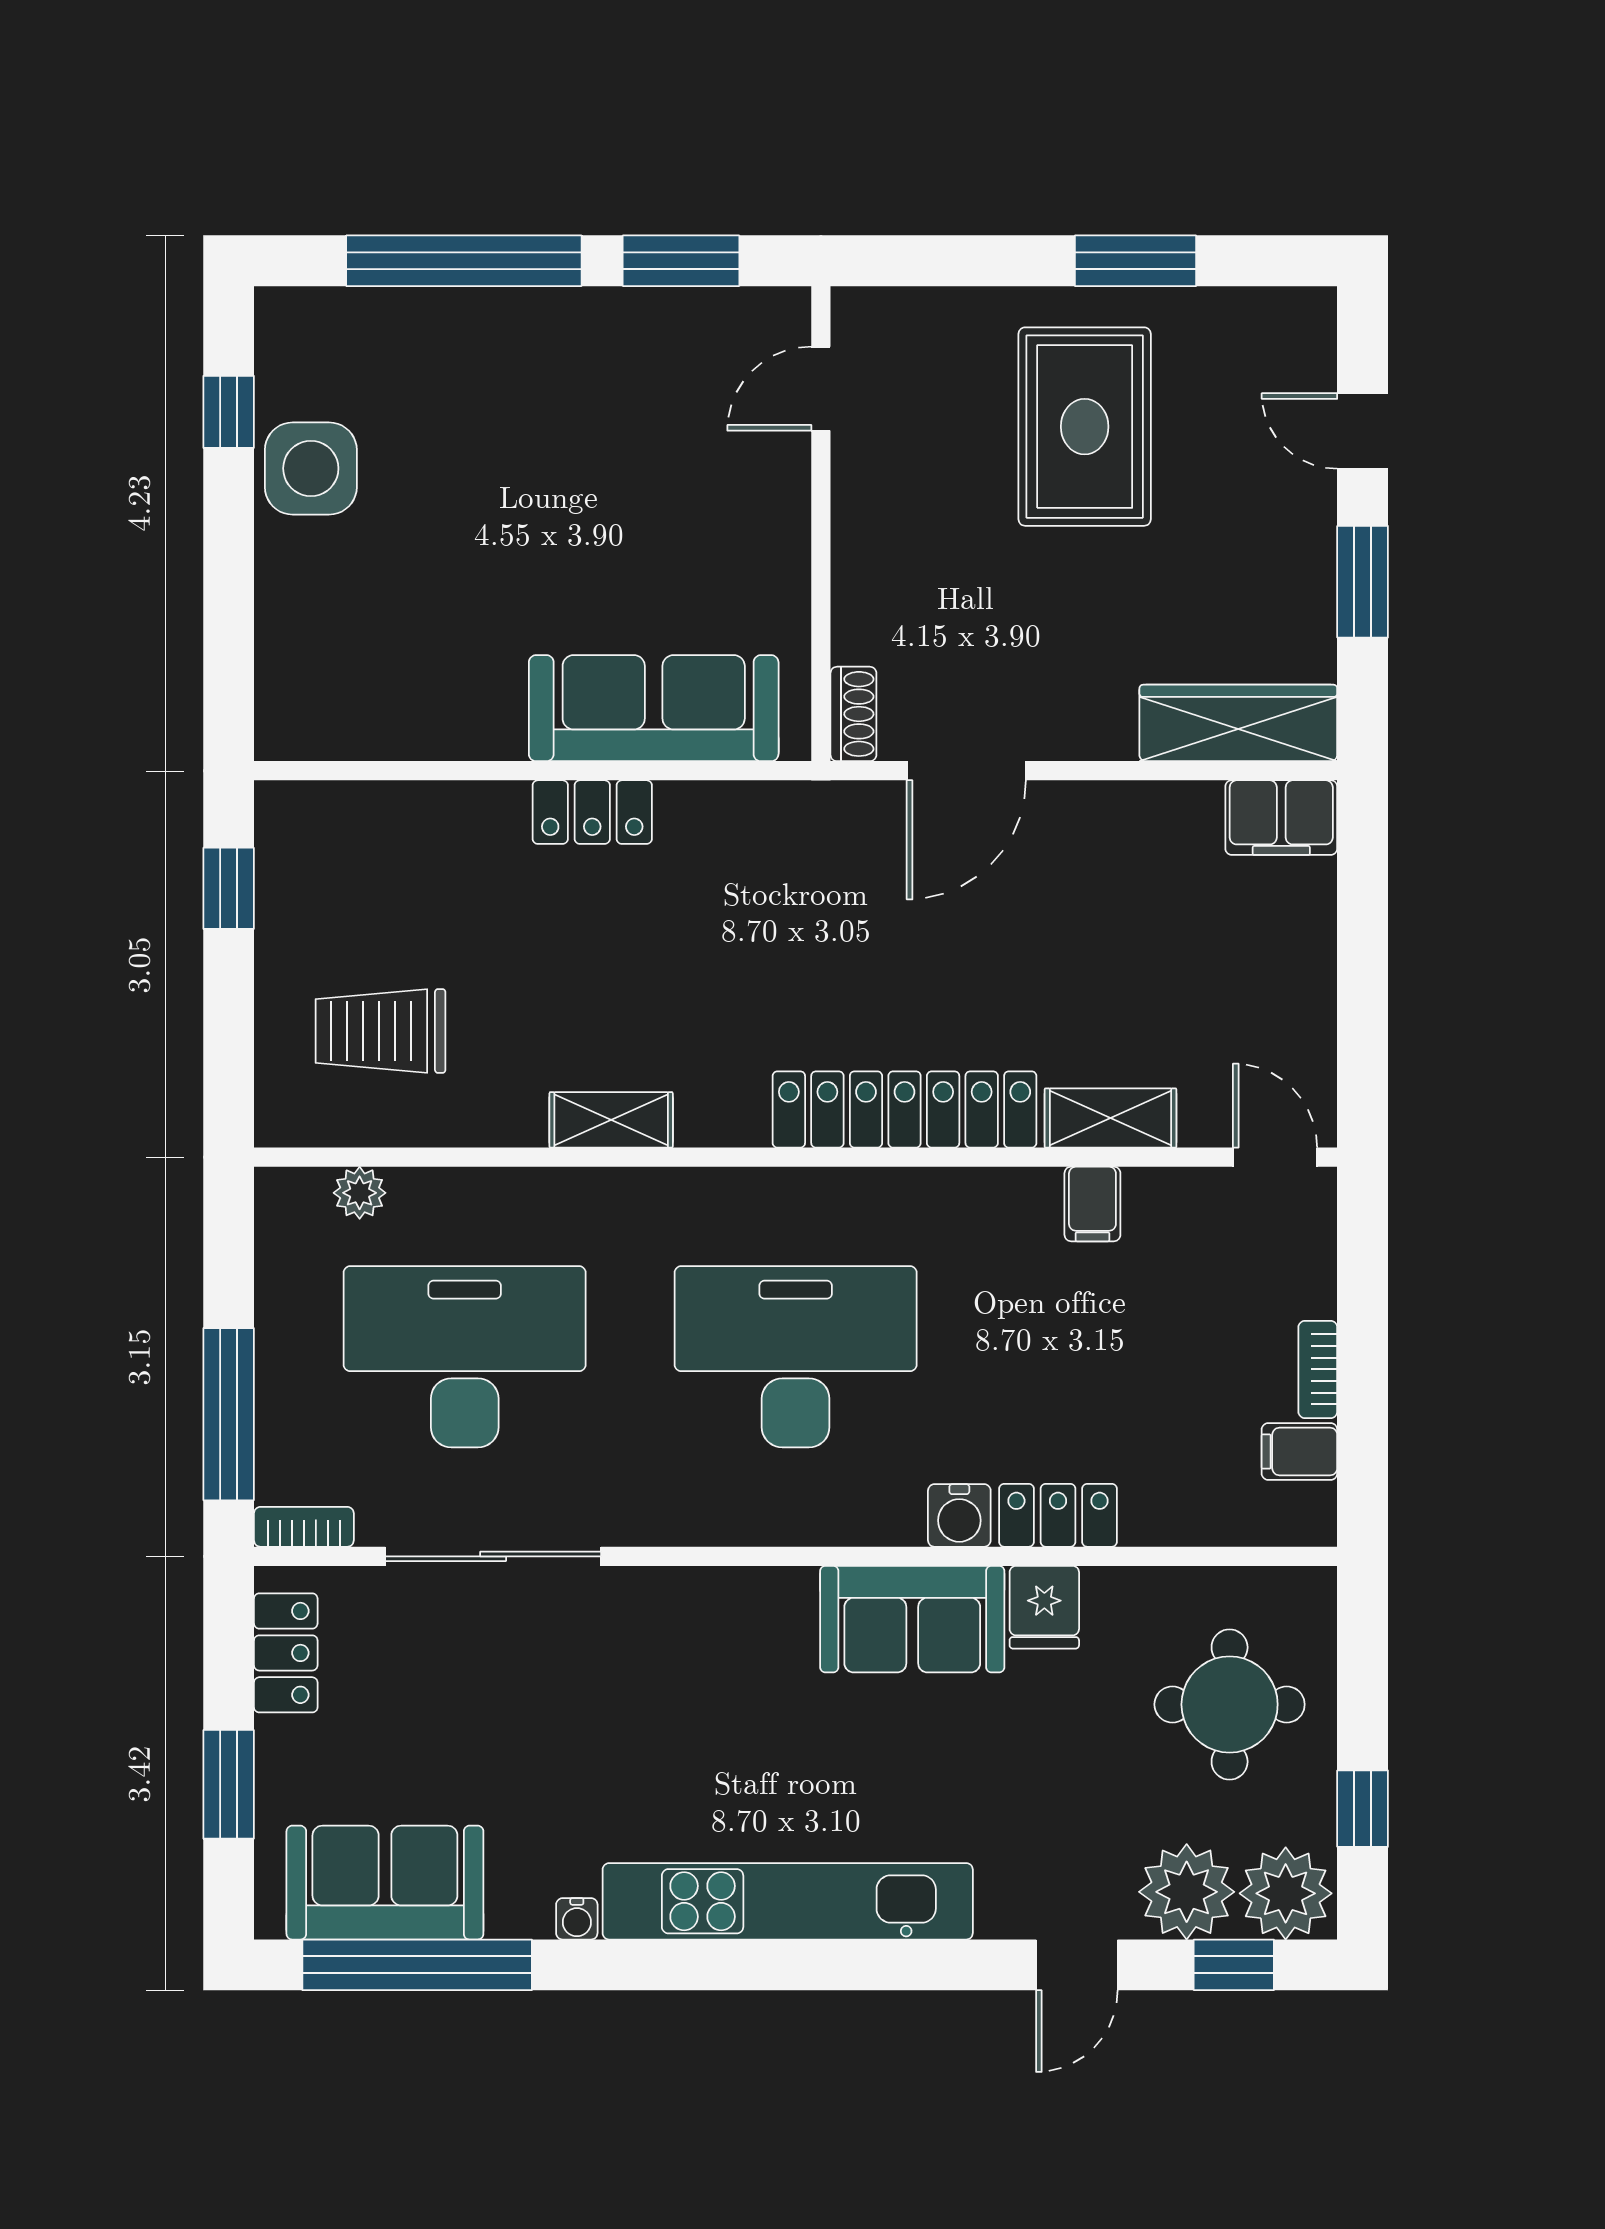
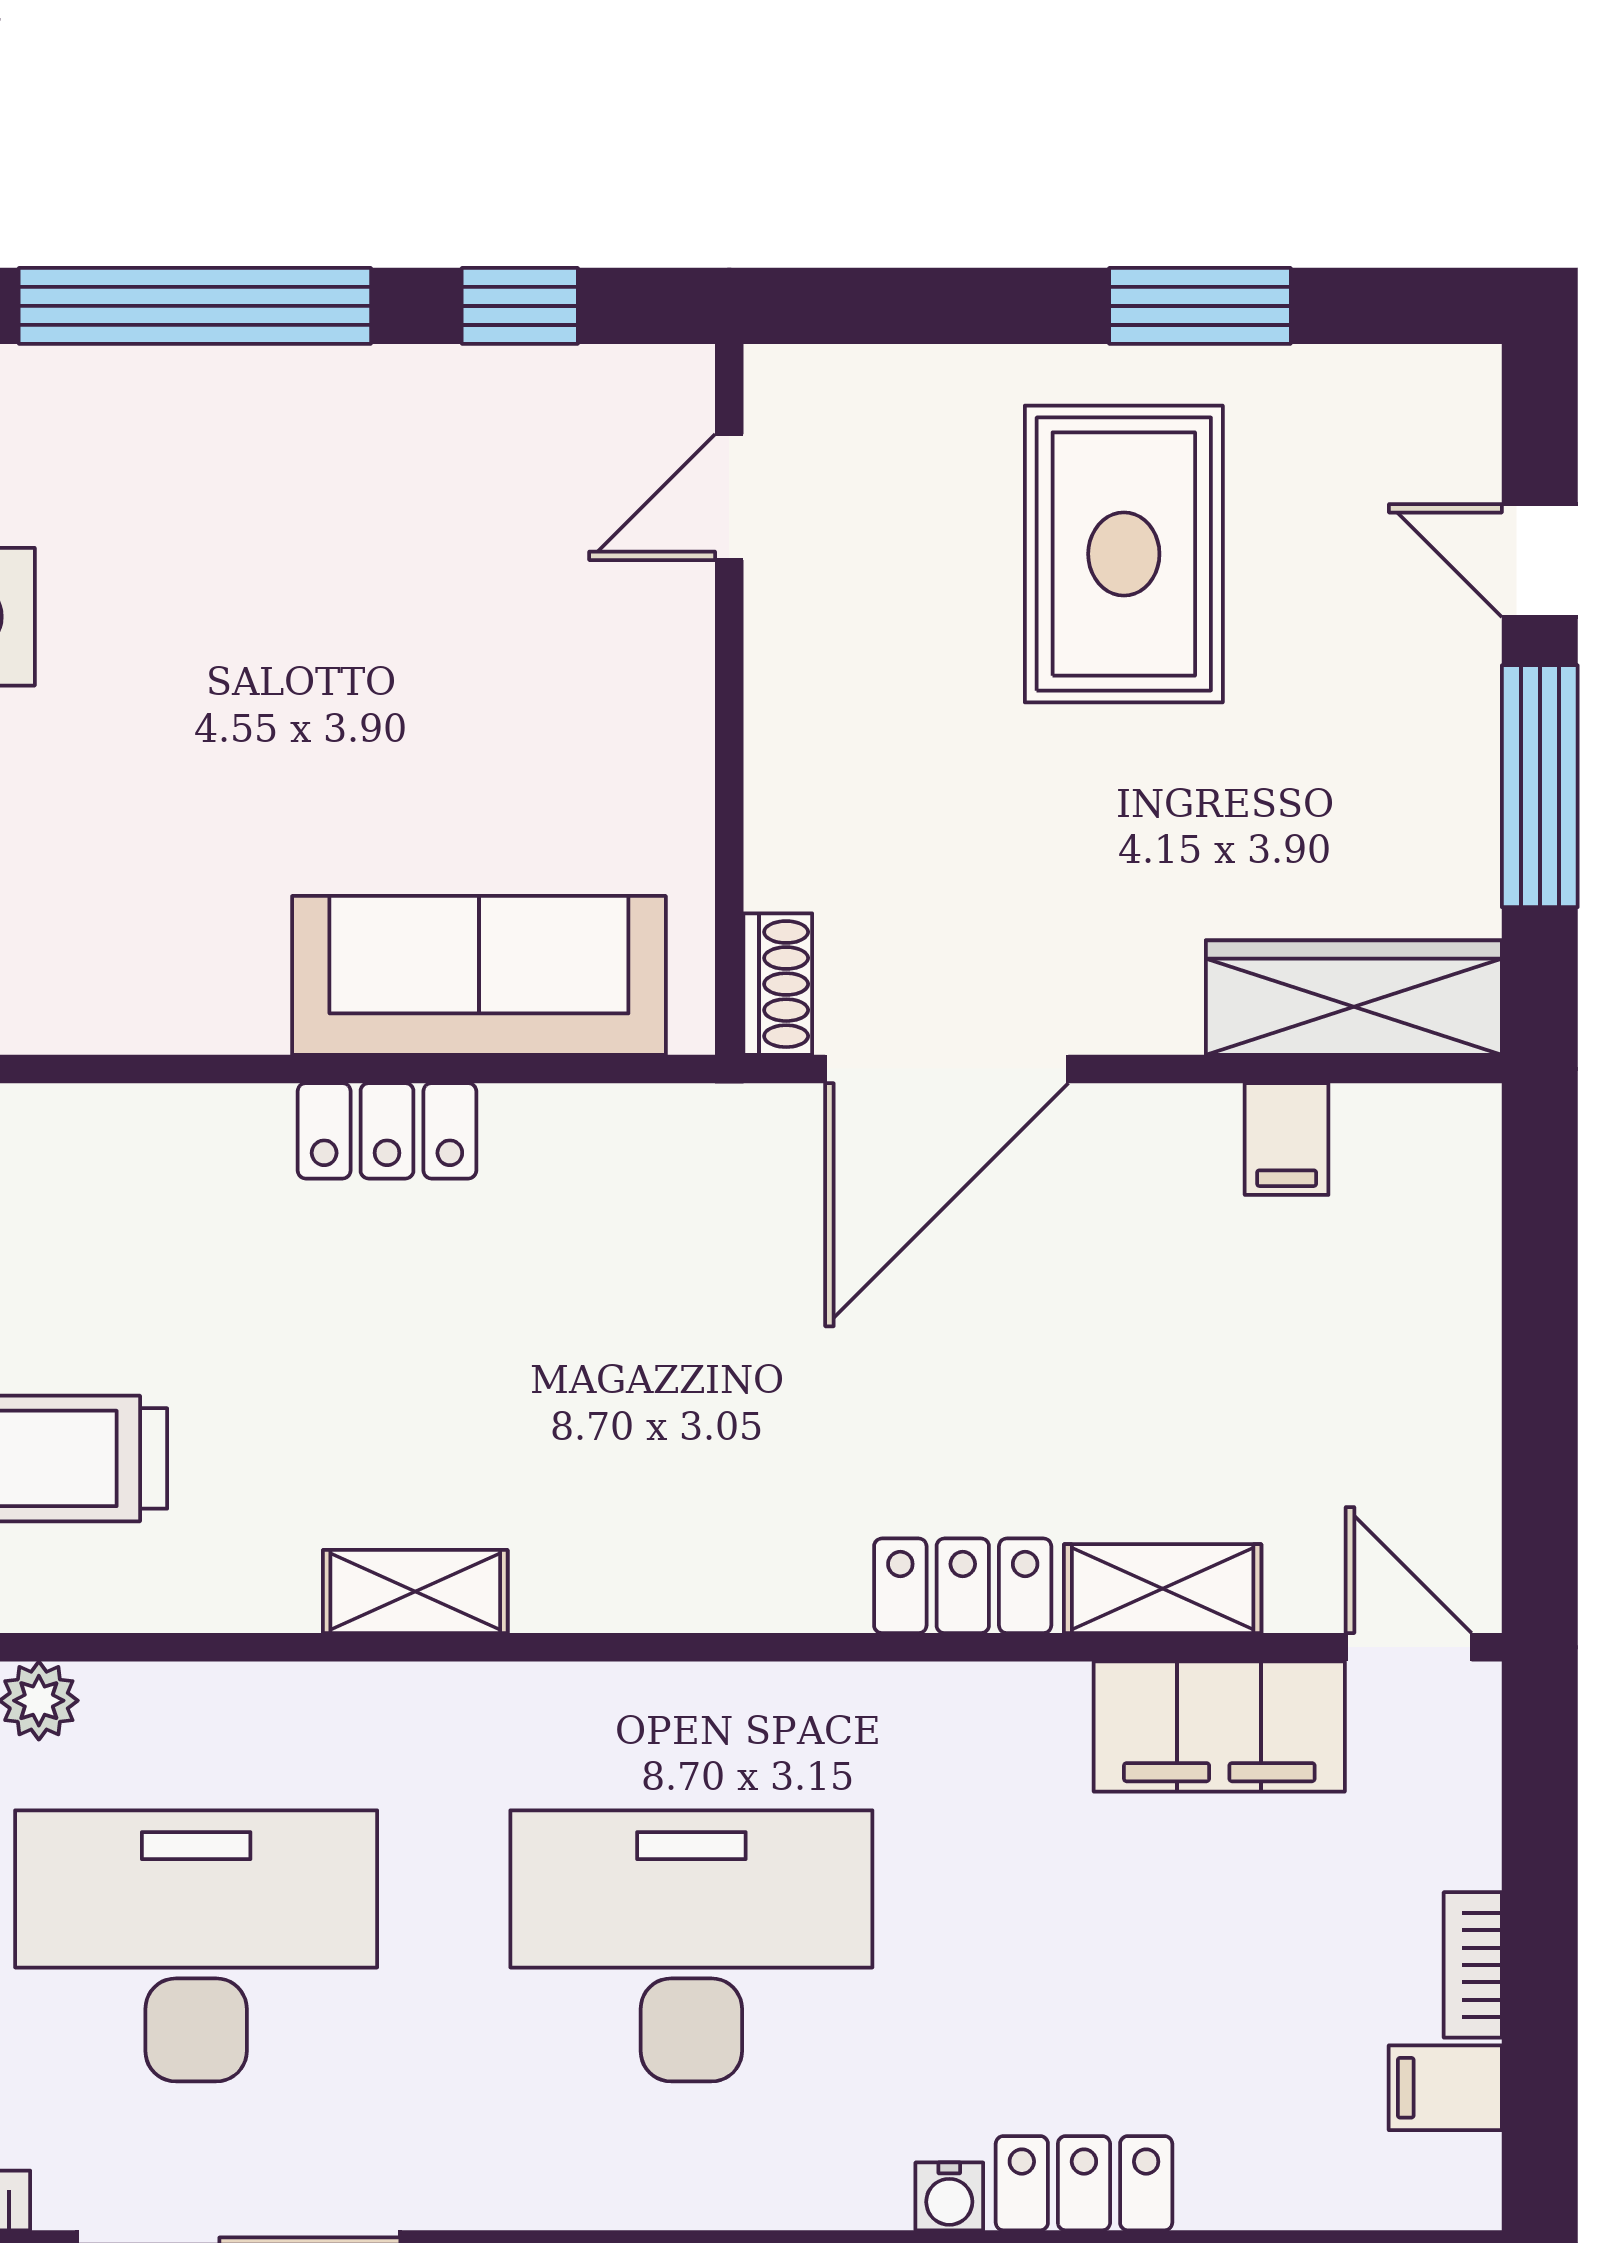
window: (681, 261) -> (520, 306), width x0.67
window: (1363, 582) -> (1540, 786), width x1.44
door: (966, 771) -> (947, 1069), width x1.36
filing cabinet: (1281, 818) -> (1287, 1139), moved, width x0.50
locker: (905, 1109) -> (963, 1586), width x0.46, depth x0.83
filing cabinet: (1092, 1204) -> (1219, 1727), width x3.00, depth x1.17
water cooler: (959, 1515) -> (949, 2196), width x0.72, depth x0.72

